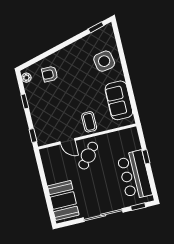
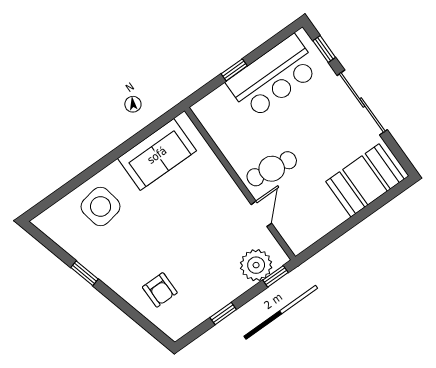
window: (96, 27) -> (85, 273), moved
plant: (26, 78) -> (256, 265), moved, width x1.88, depth x1.88
coffee table: (89, 122) -> (214, 190), removed
cafe table: (88, 156) -> (272, 169), turned -32

